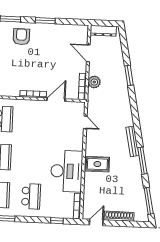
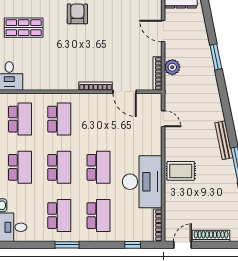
door: (56, 100) -> (125, 92), swing flipped
school desk: (33, 158) -> (98, 167), added

